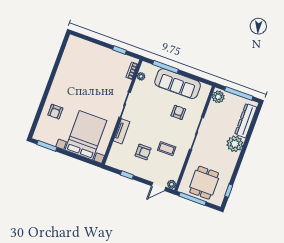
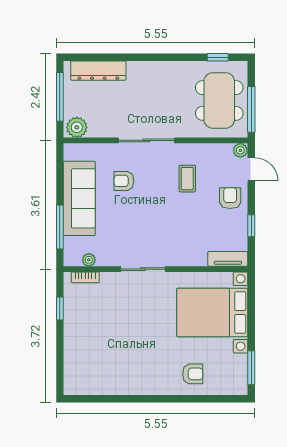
tv unit: (122, 131) -> (228, 259), moved
plant: (235, 144) -> (141, 75), removed
armchair: (143, 152) -> (230, 198), moved
dining table: (204, 183) -> (219, 100), width x1.38

